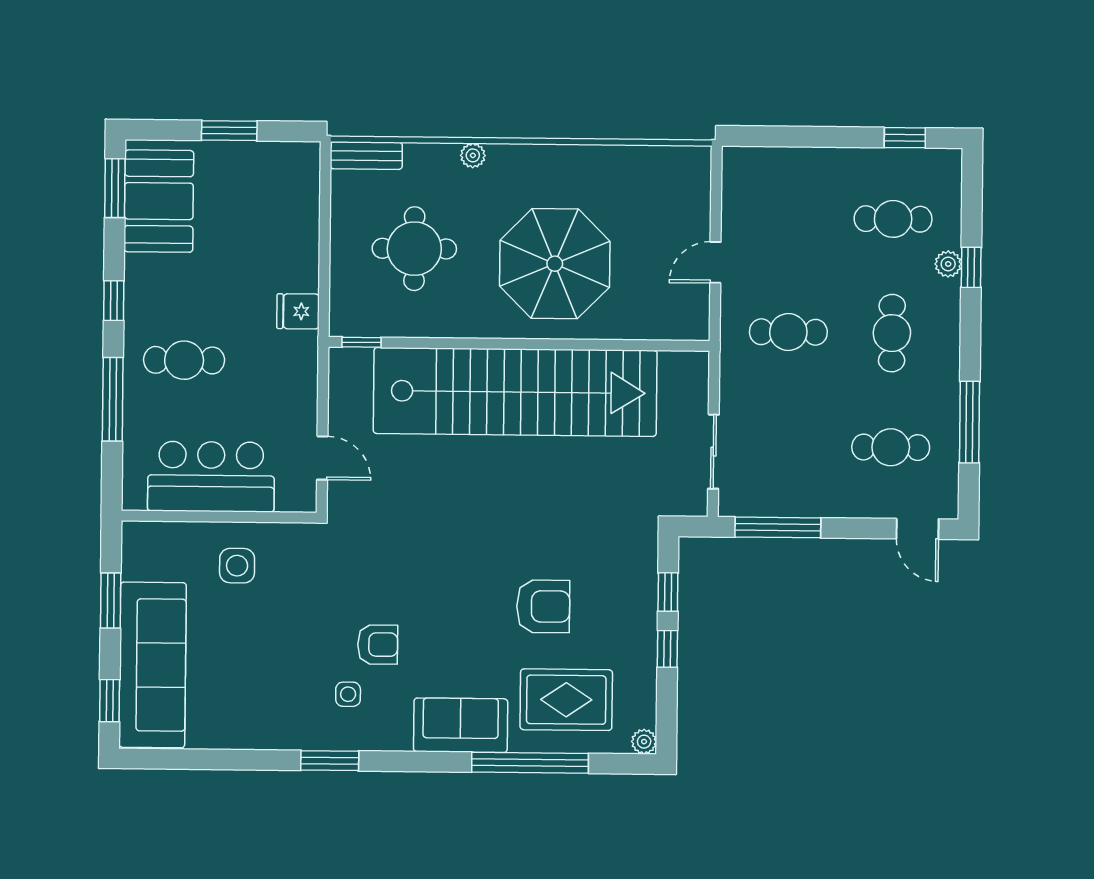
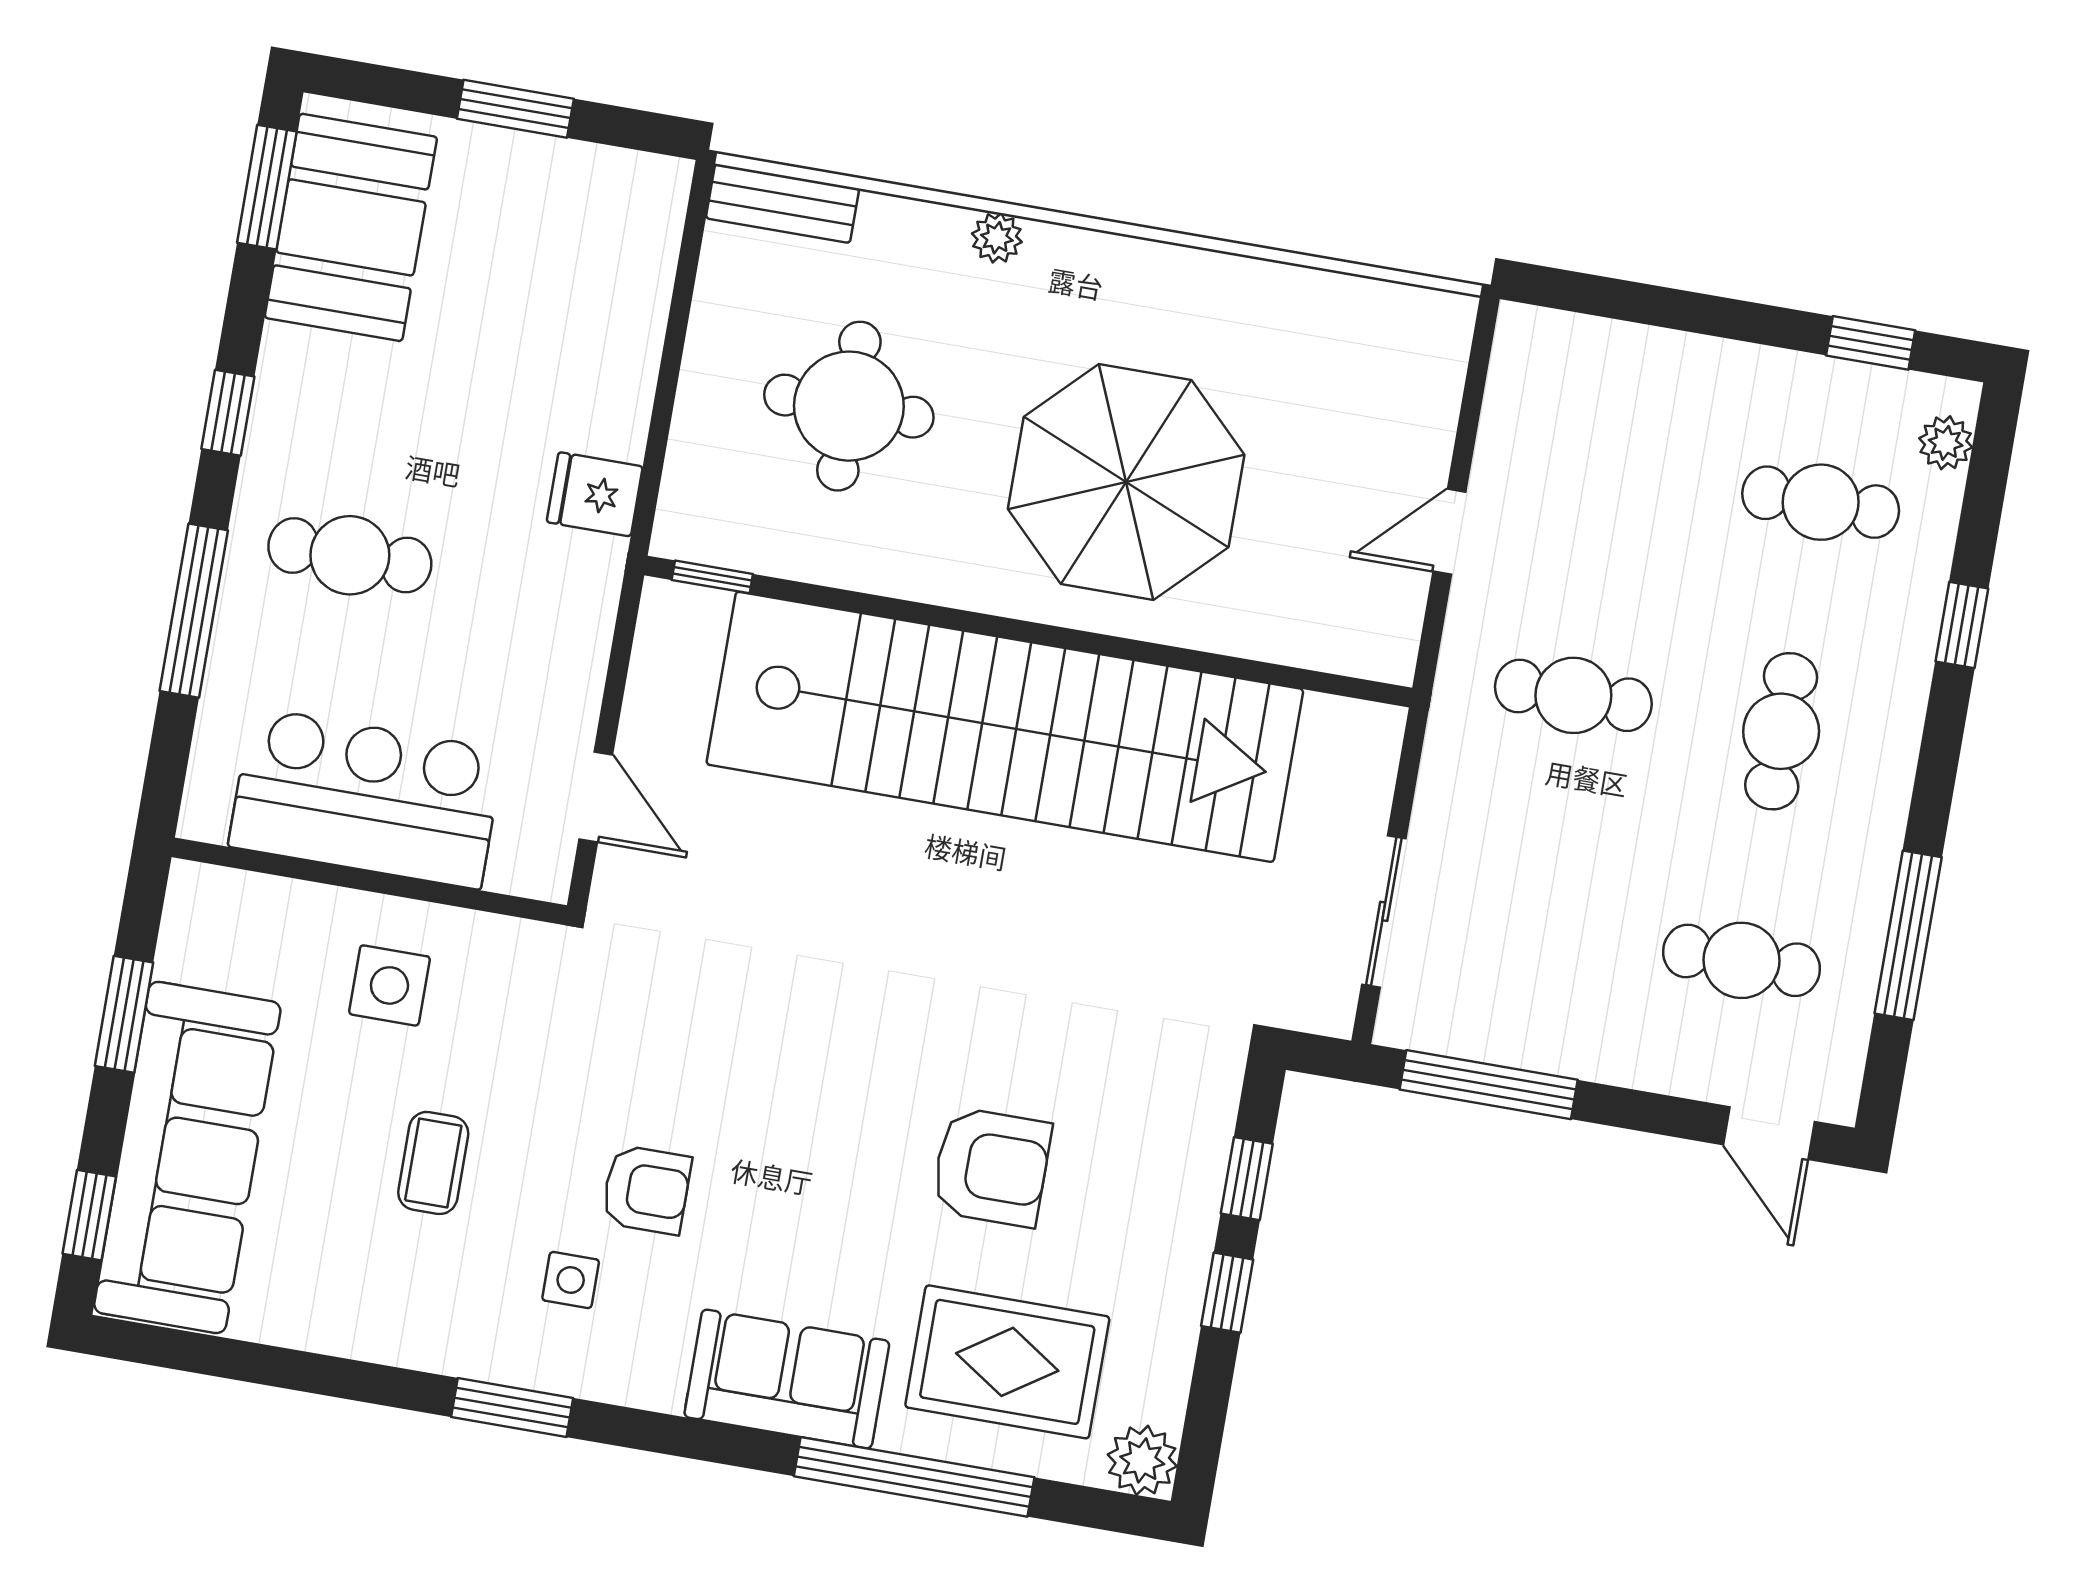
plant: (948, 264) -> (1946, 443), moved
coffee table: (272, 648) -> (433, 1163), added
plant: (644, 742) -> (1142, 1460), width x1.38, depth x1.38

